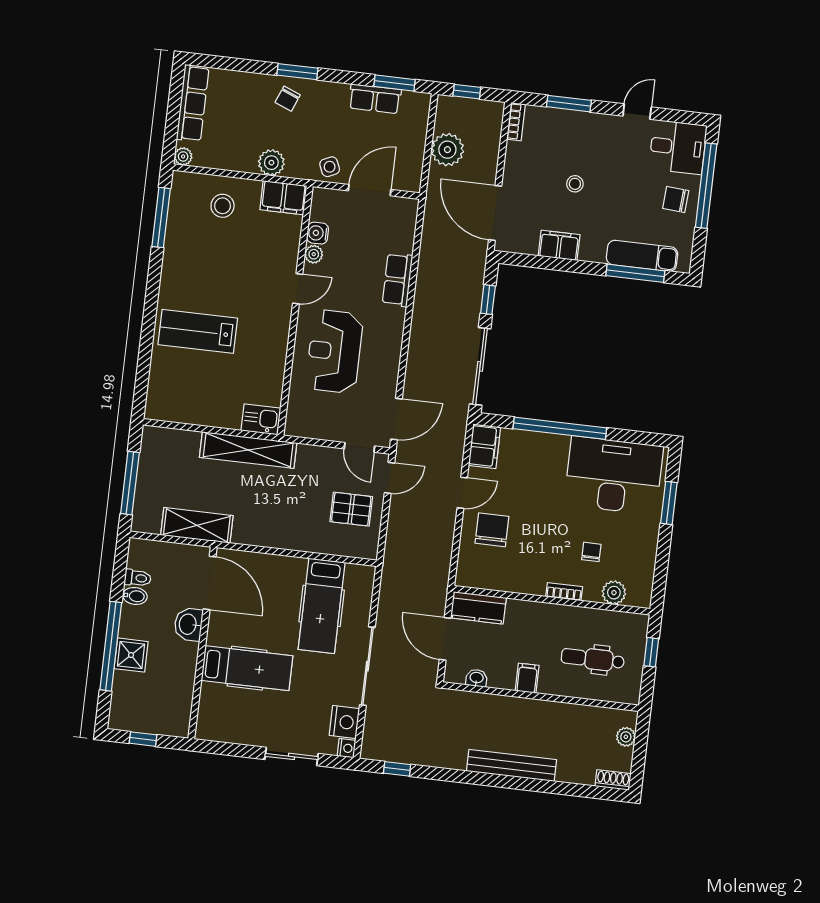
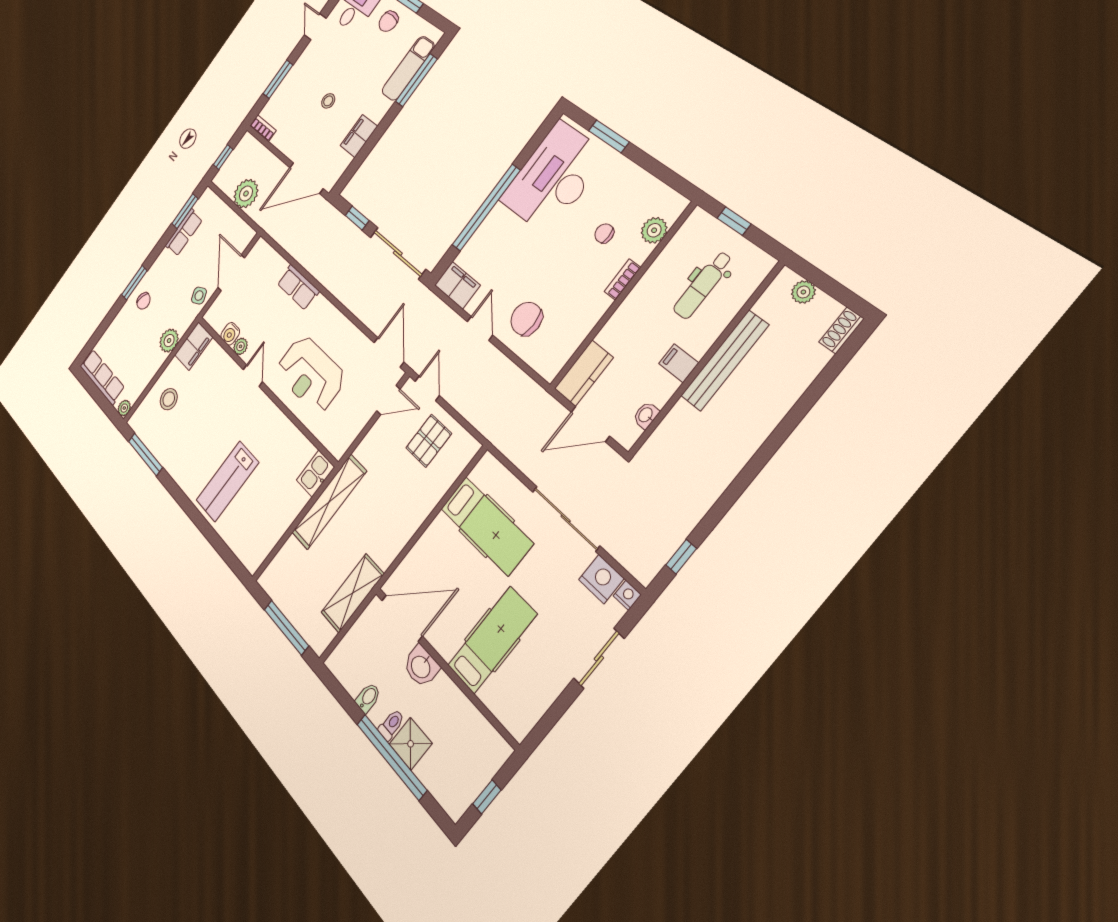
toilet: (138, 578) -> (391, 725), moved
bench: (512, 765) -> (725, 361), moved

